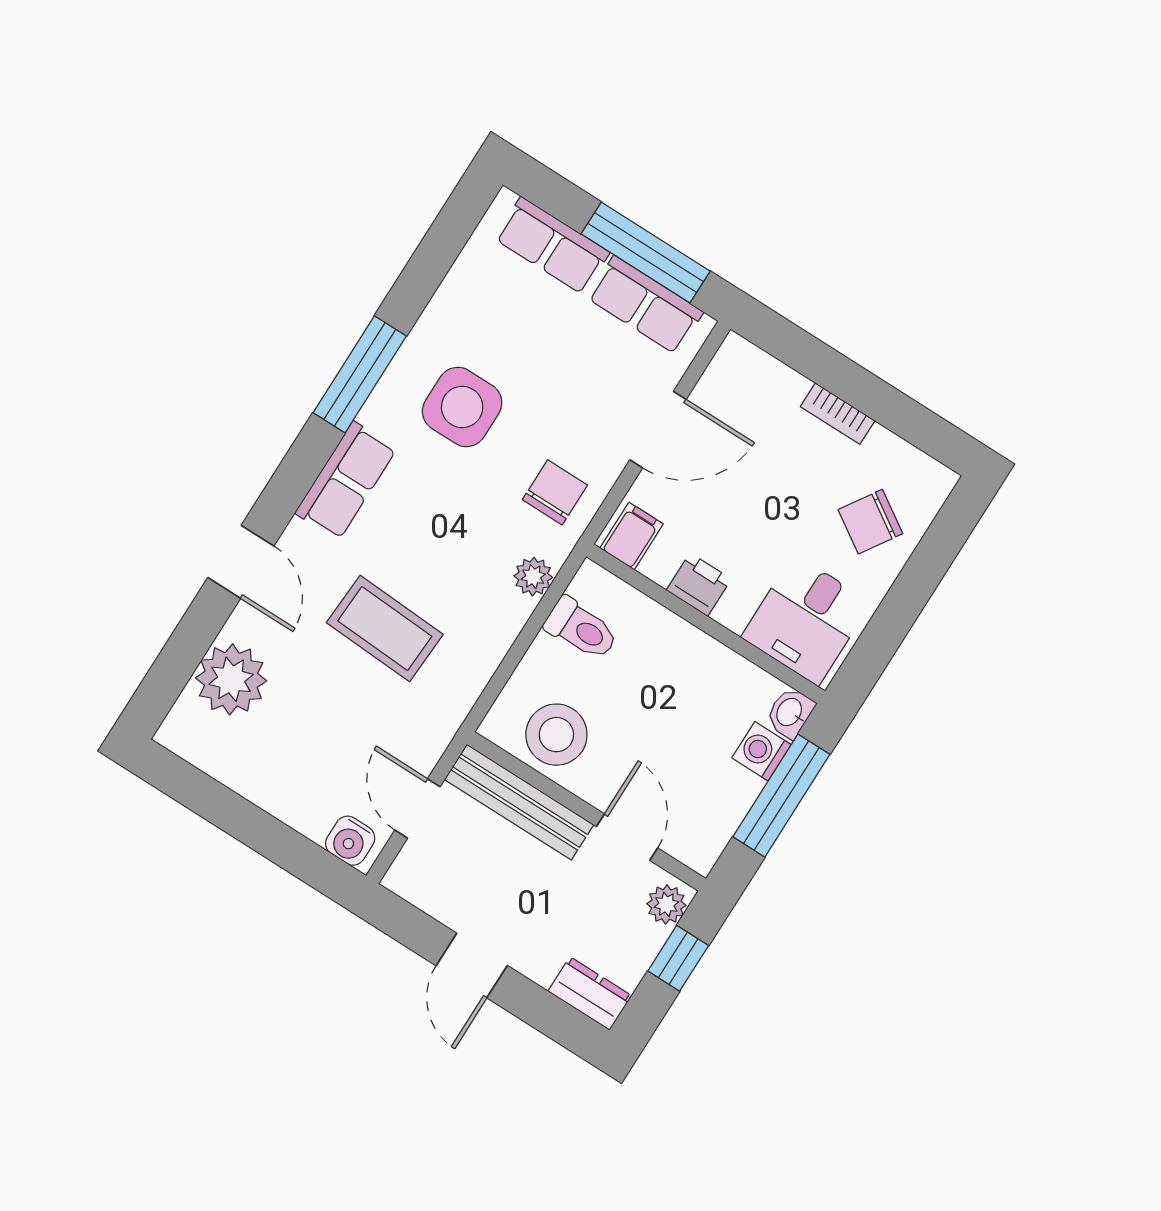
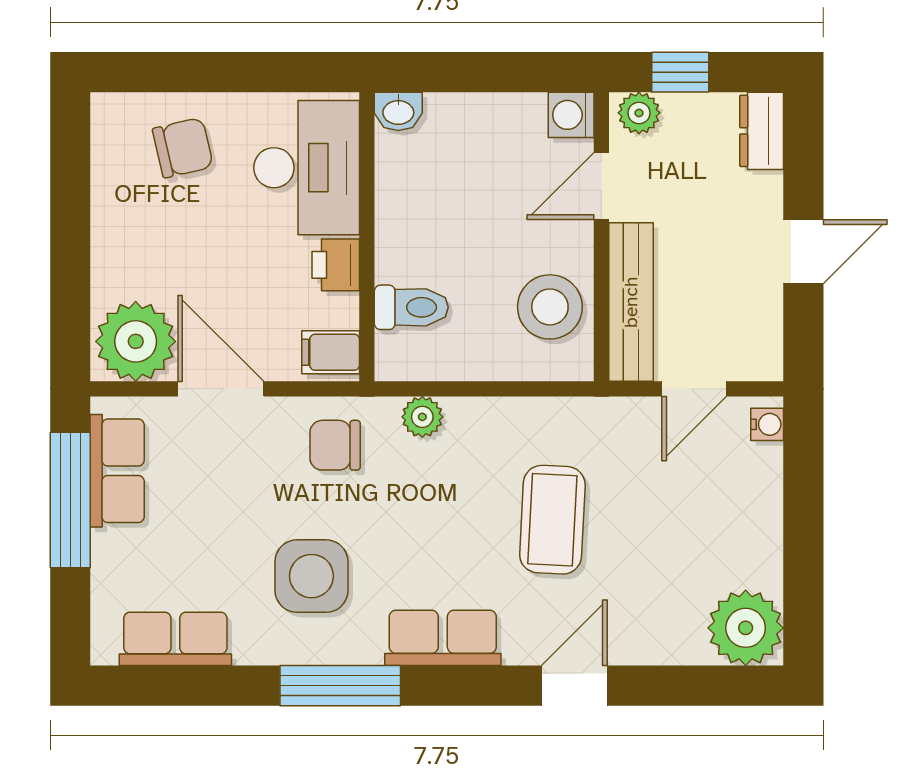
row of seats: (552, 246) -> (175, 639), moved, turned -90
plant: (739, 386) -> (136, 341), added
bookcase: (838, 414) -> (105, 238), removed
chair: (870, 522) -> (183, 148), turned -46
desk: (806, 620) -> (307, 168), width x1.37
toilet: (581, 629) -> (411, 307), moved, turned 90
plant: (231, 679) -> (746, 628), moved
washing machine: (761, 751) -> (571, 115), moved, turned 90
window: (781, 796) -> (477, 72), removed
water cooler: (350, 841) -> (767, 424), width x0.72, depth x0.72

